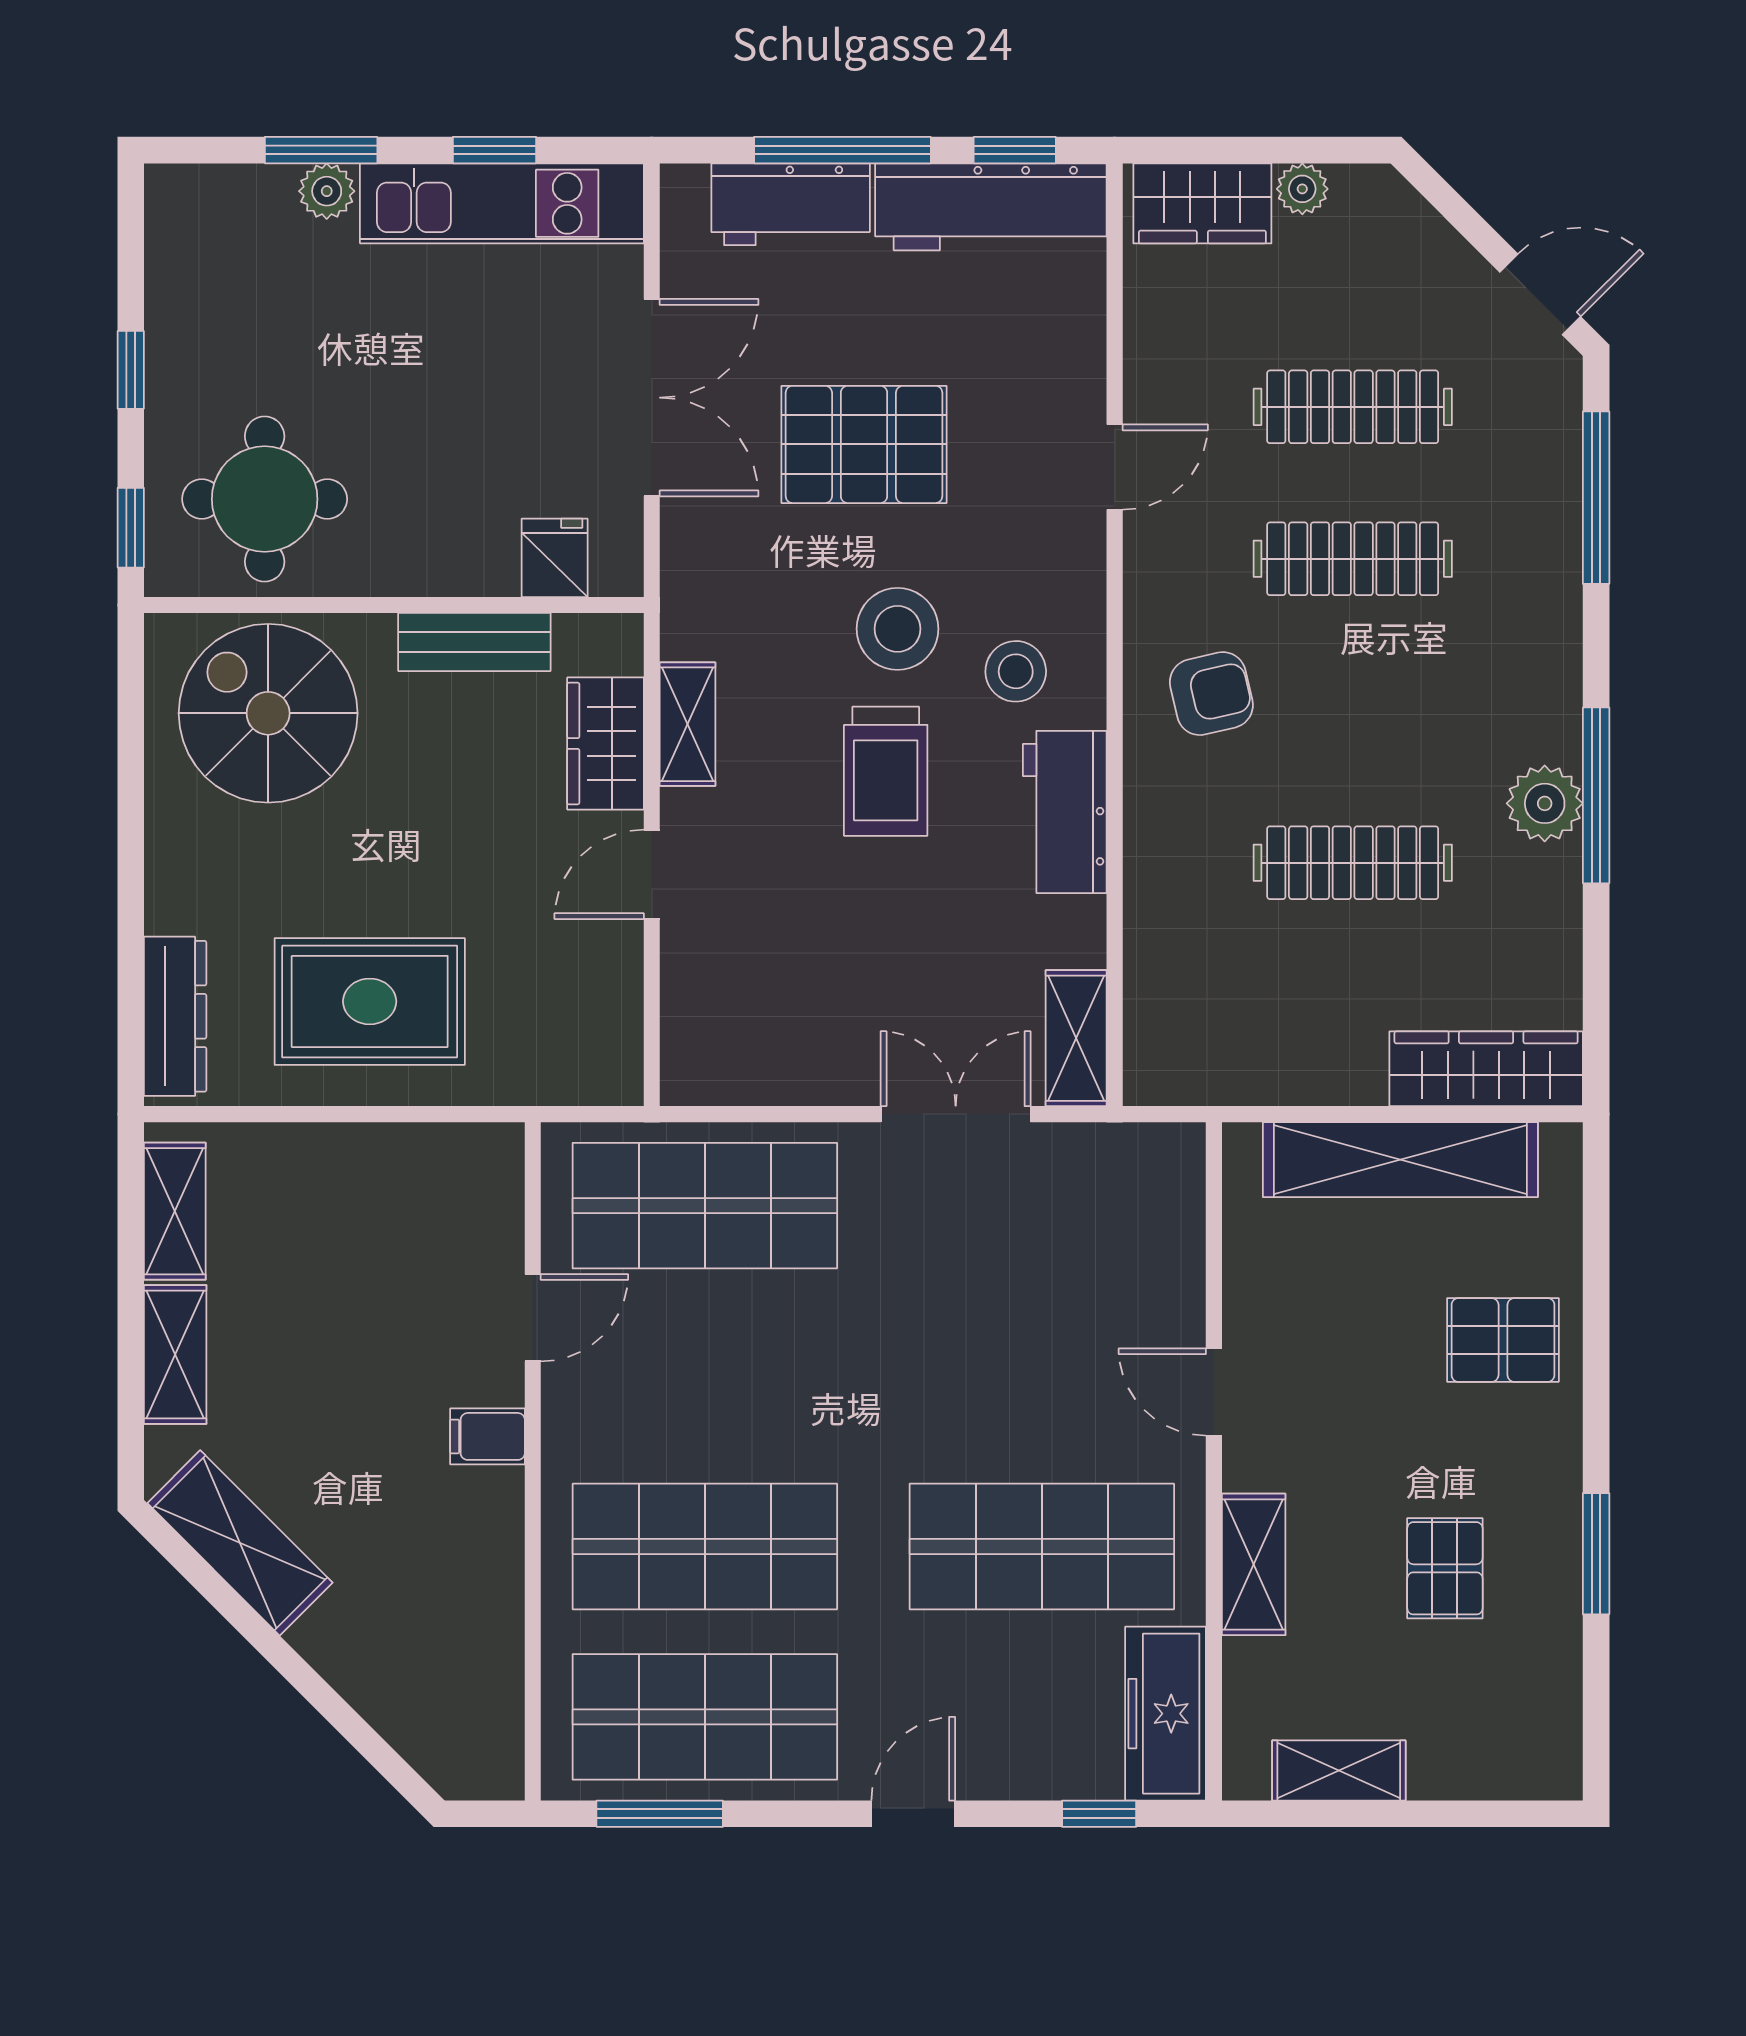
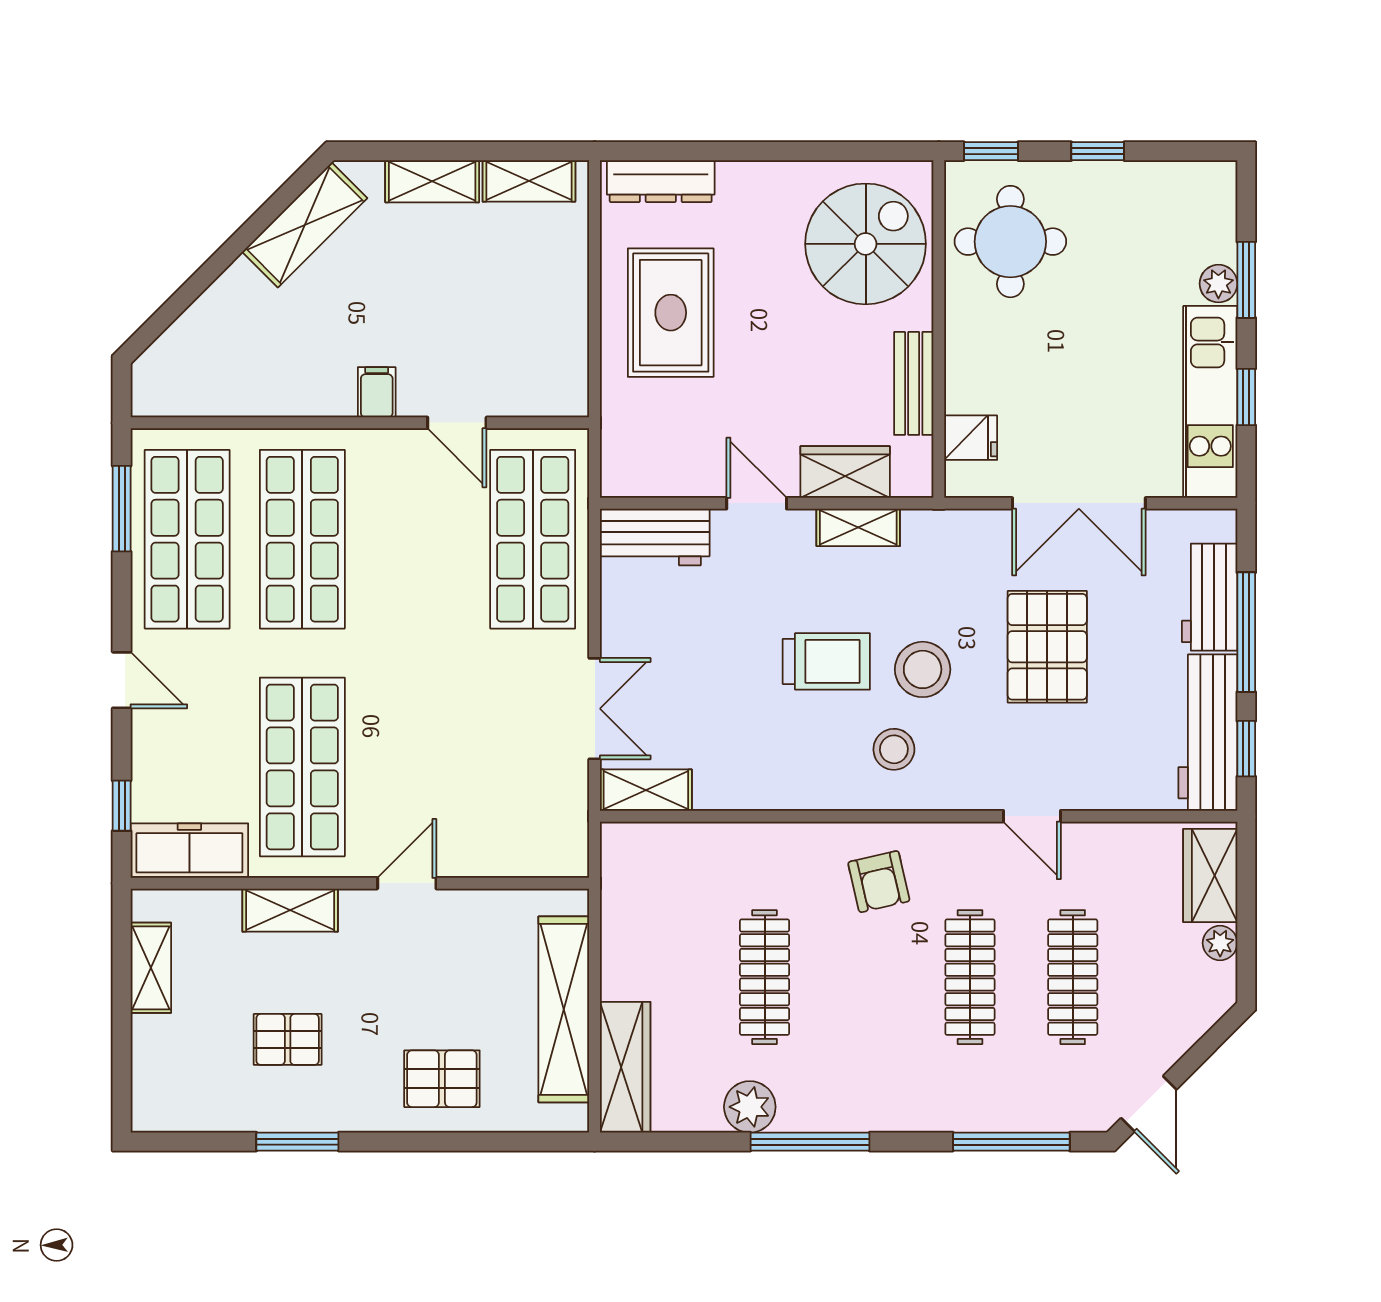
trolley: (886, 771) -> (826, 661), turned 180
plant: (1545, 803) -> (750, 1107), moved
workbench: (1065, 812) -> (655, 537), moved, turned 180
pallet: (1503, 1340) -> (442, 1079), turned 90

